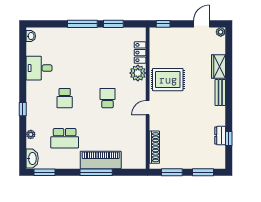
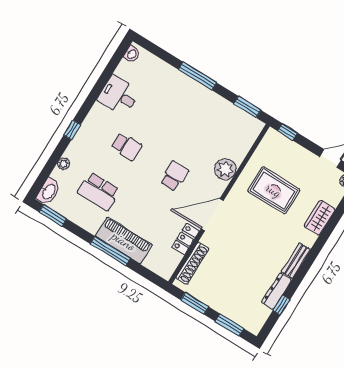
window: (113, 24) -> (247, 107), moved
locker: (140, 53) -> (186, 239), moved
rug: (168, 80) -> (274, 190), moved
bench: (220, 93) -> (296, 261), moved
school desk: (65, 98) -> (126, 147), turned -90
door: (148, 108) -> (212, 215), width x1.88
dresser: (220, 136) -> (277, 291), width x1.44

